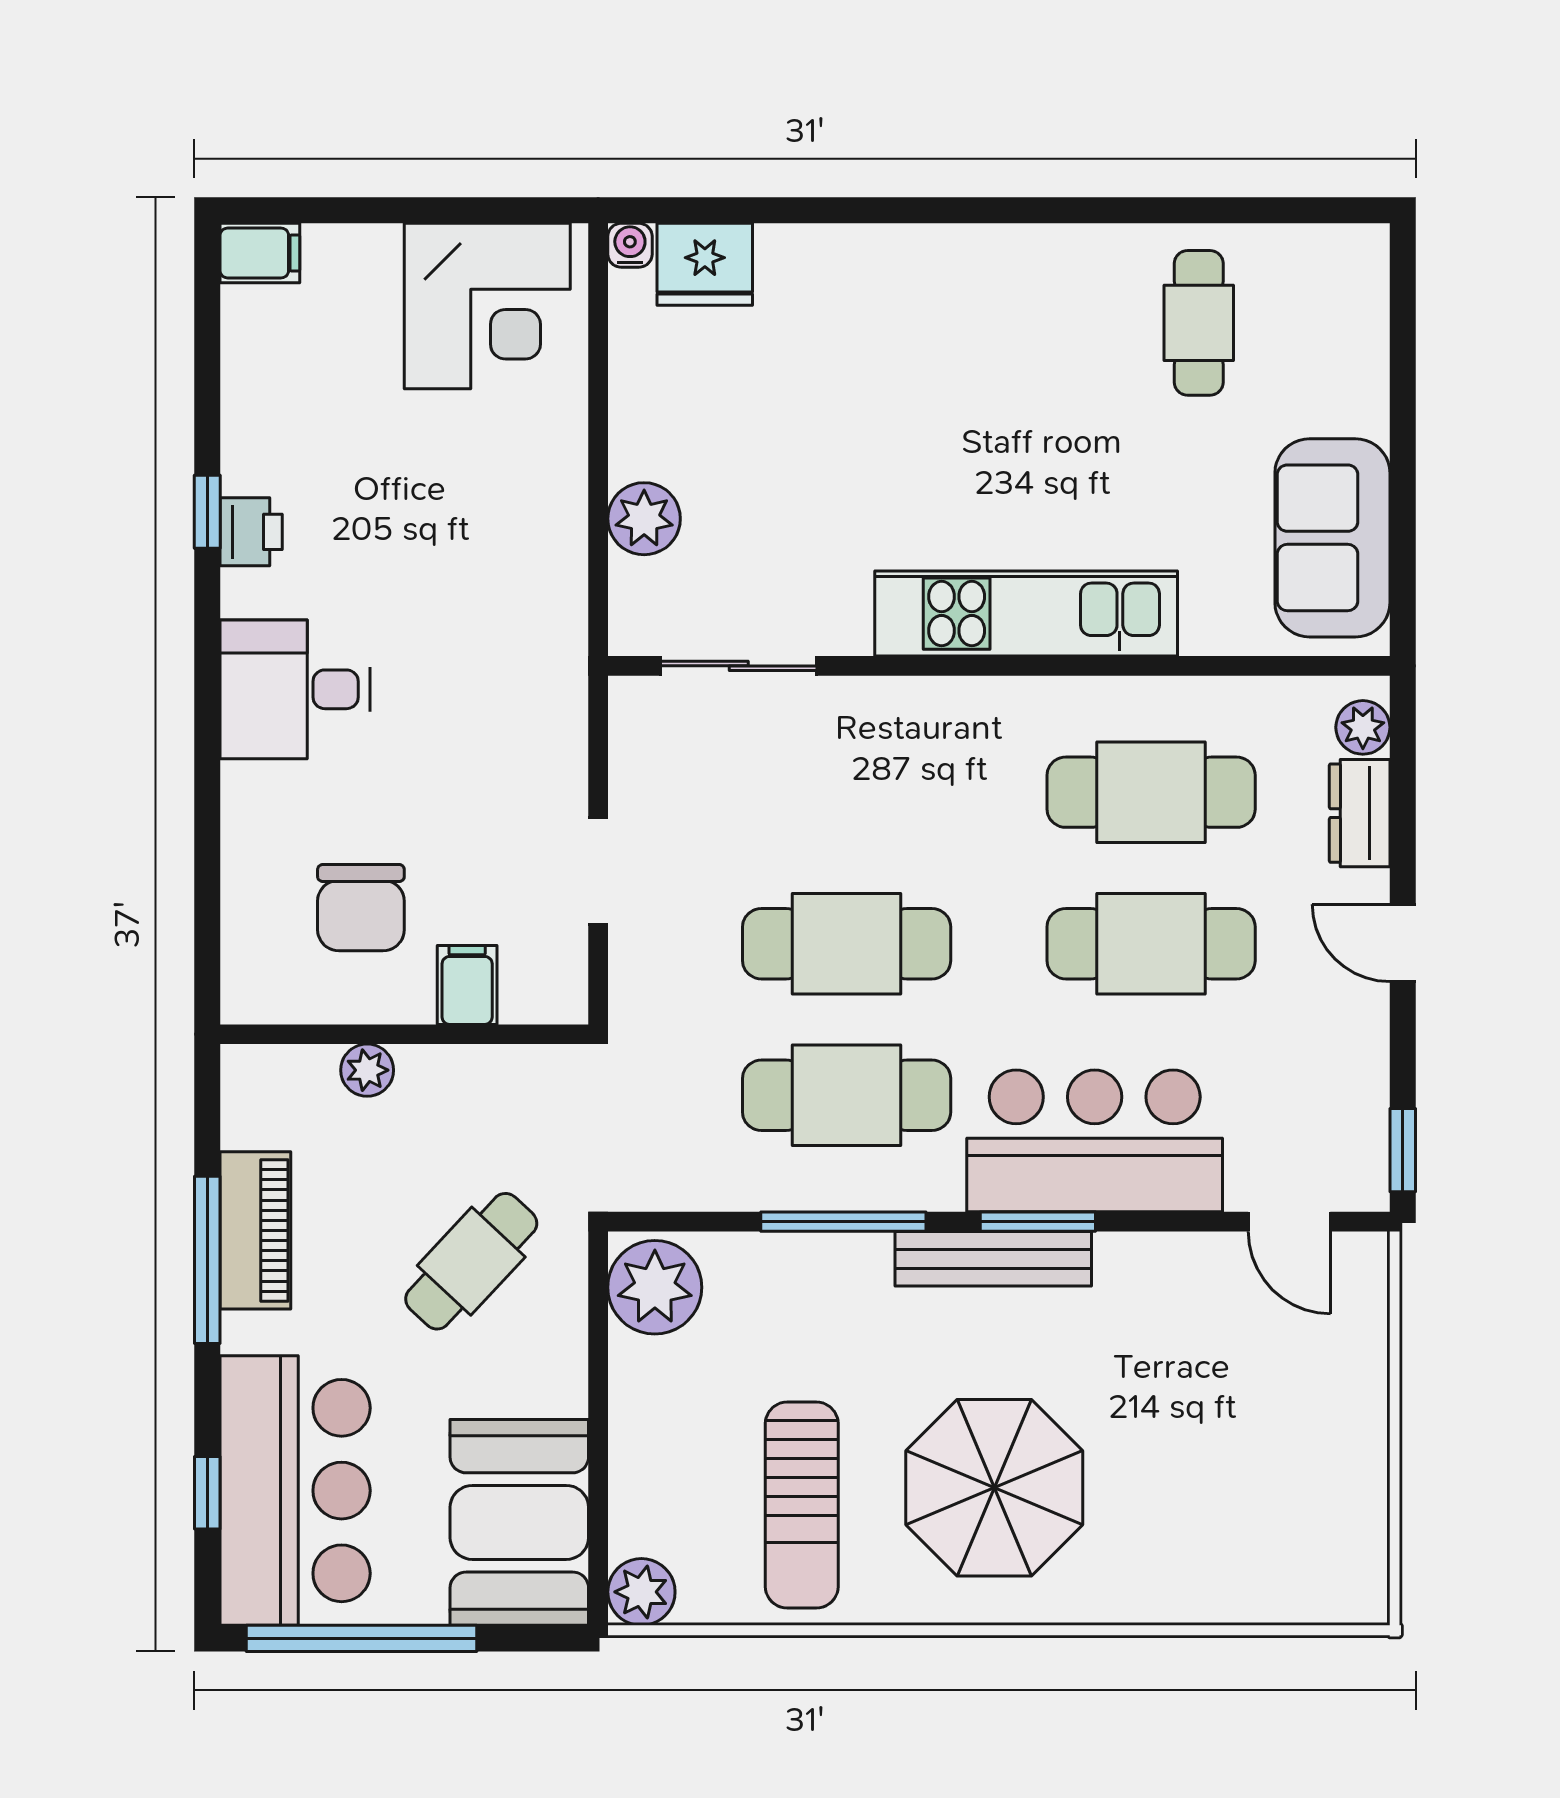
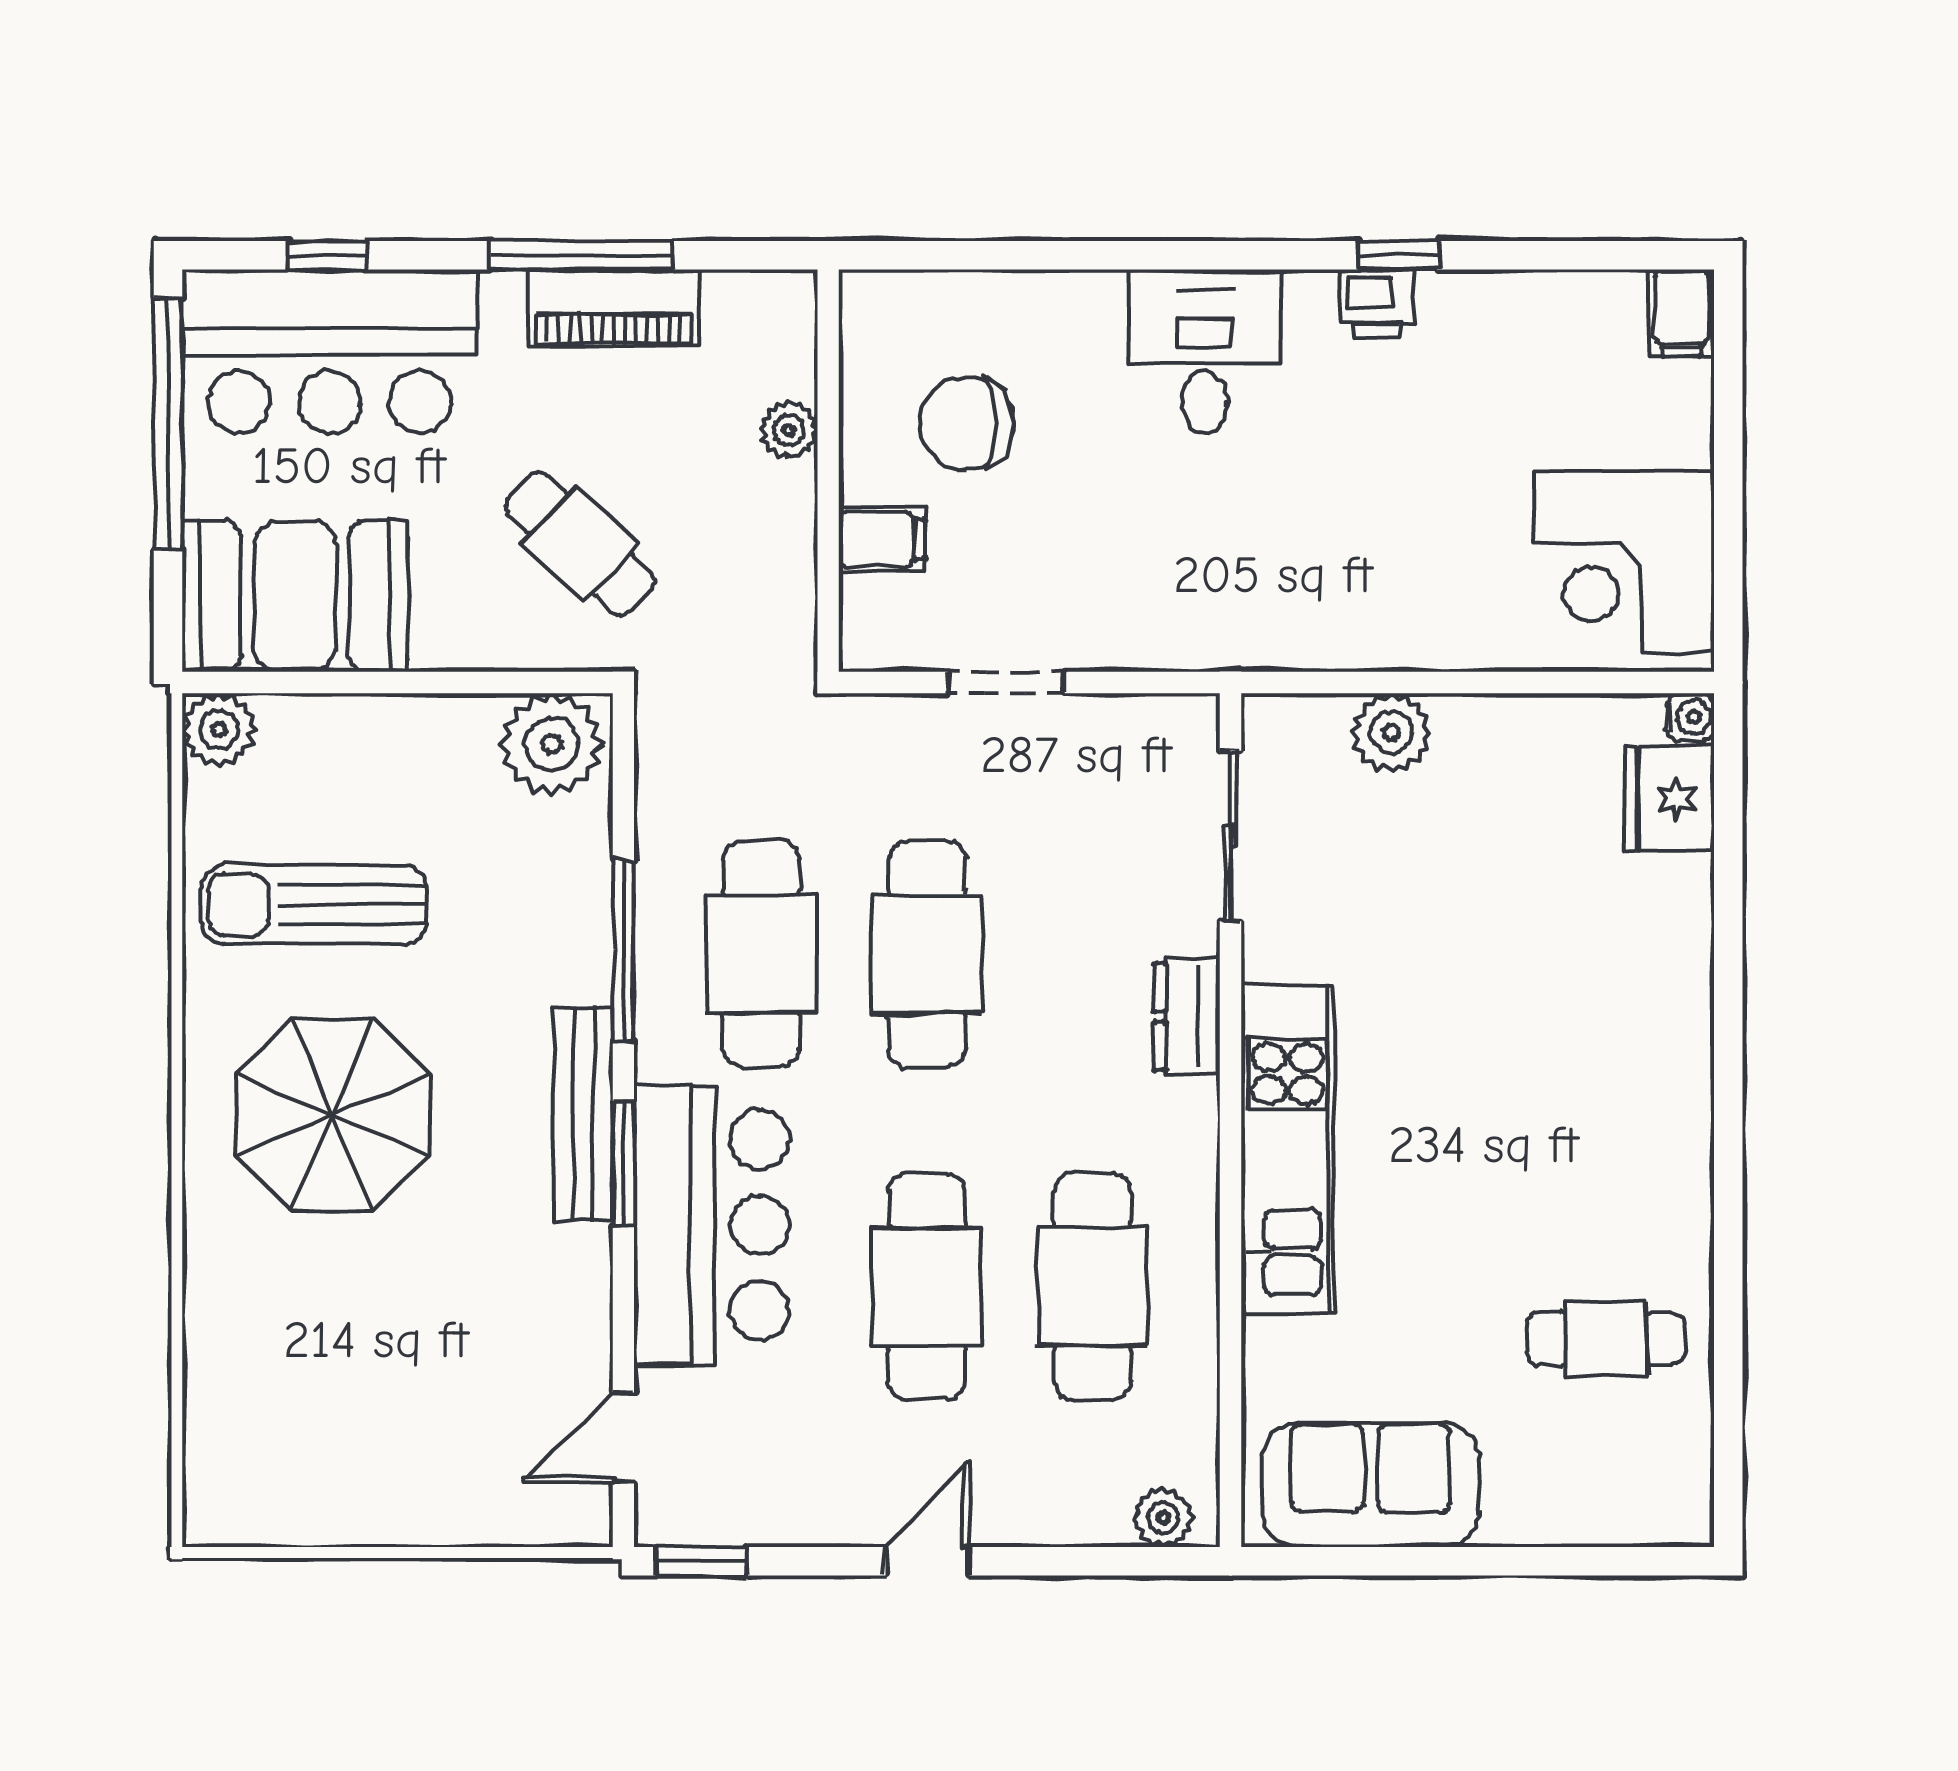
dresser: (1360, 813) -> (1187, 1017), moved, turned -90

